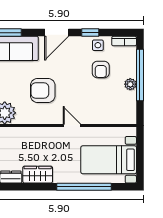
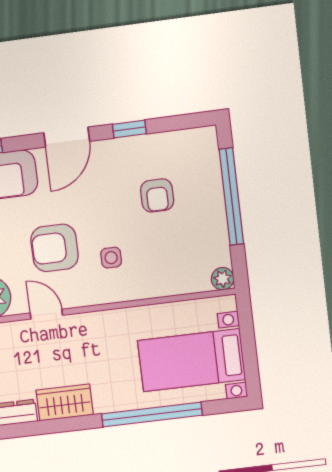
bookcase: (124, 41) -> (194, 137), removed
side table: (98, 45) -> (111, 258), moved
plant: (130, 84) -> (223, 279), moved
door: (72, 126) -> (46, 314), moved

